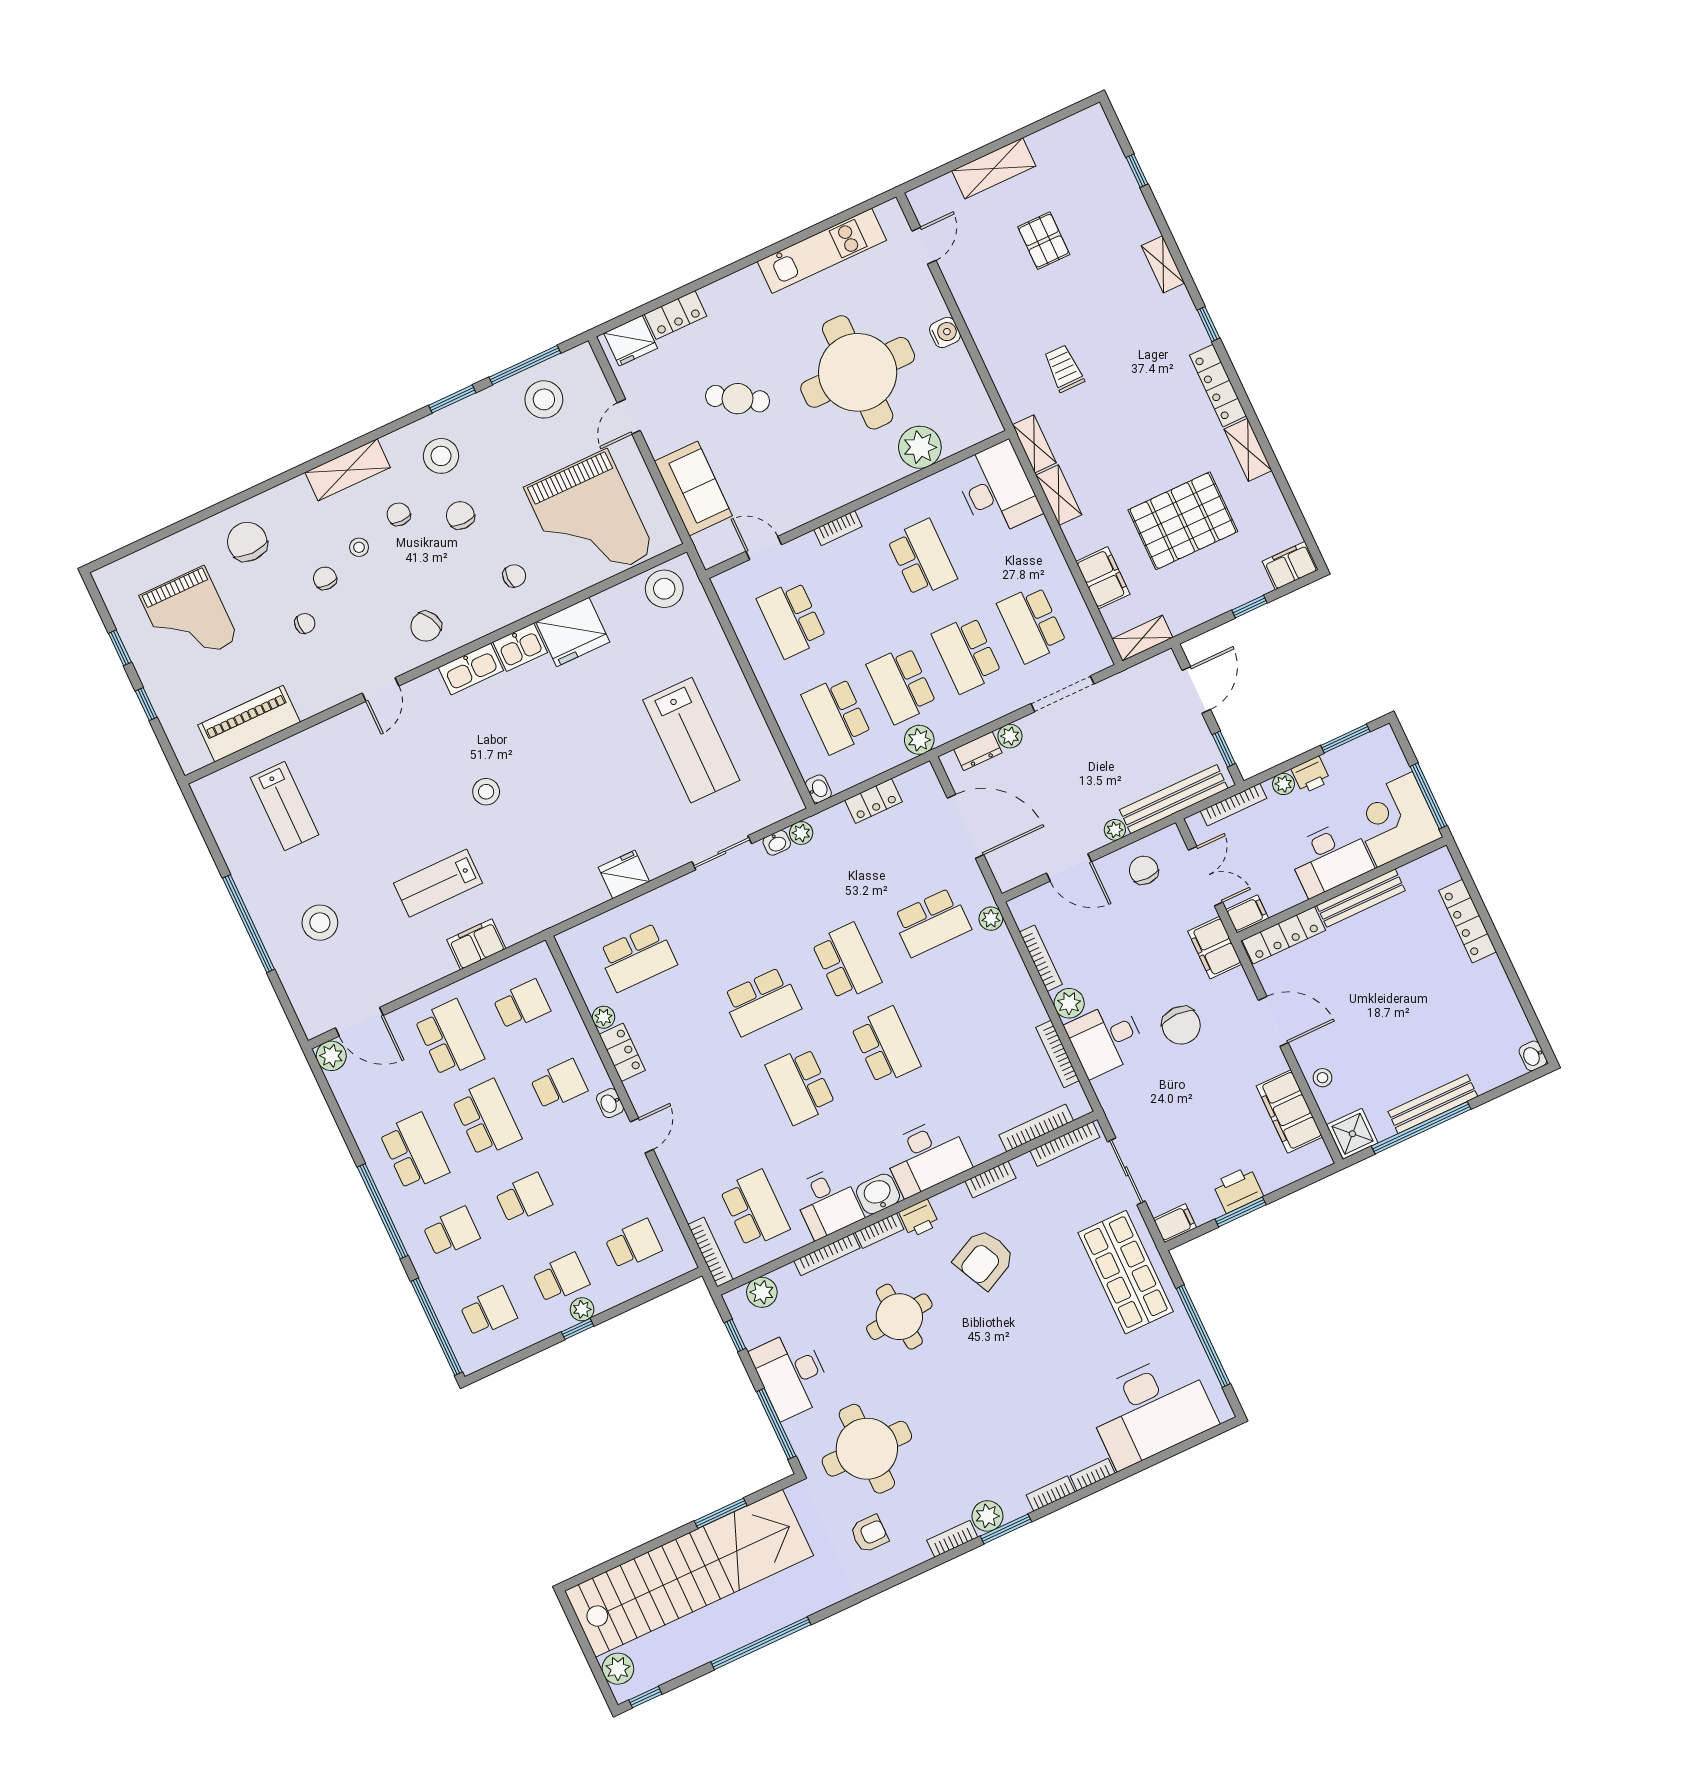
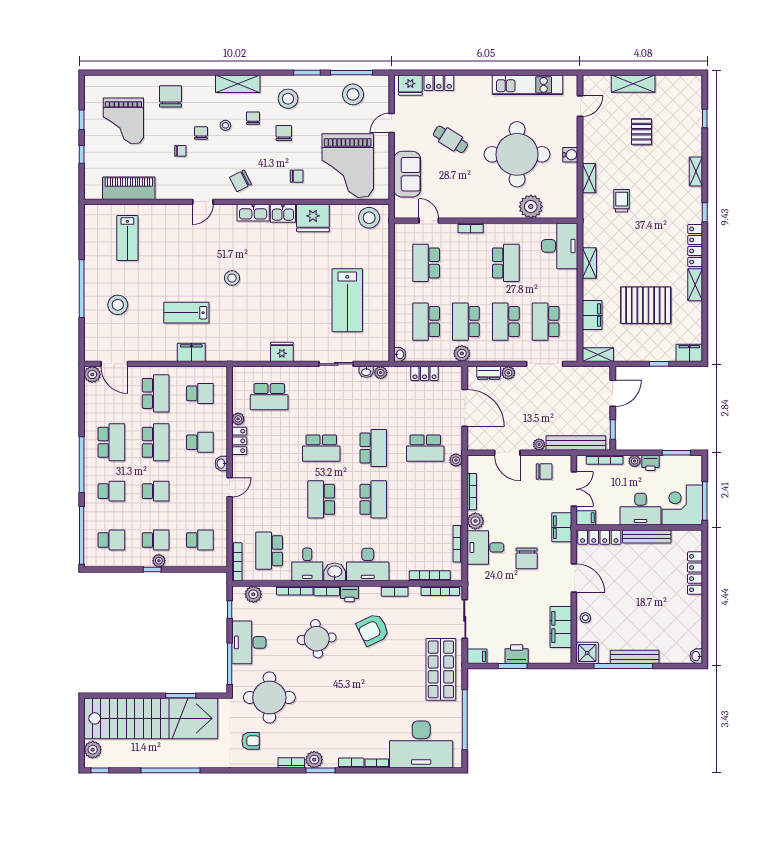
shelving: (1034, 444) -> (589, 178), moved
chair: (1144, 870) -> (544, 472), turned 90
school desk: (755, 1209) -> (269, 551), turned 180

